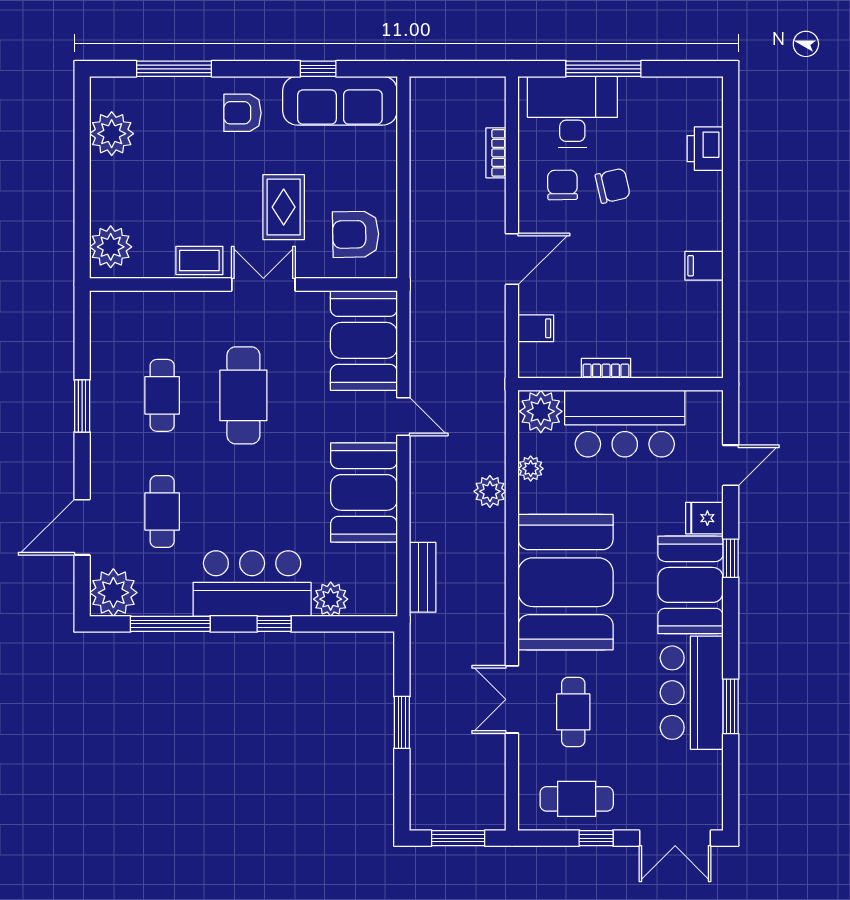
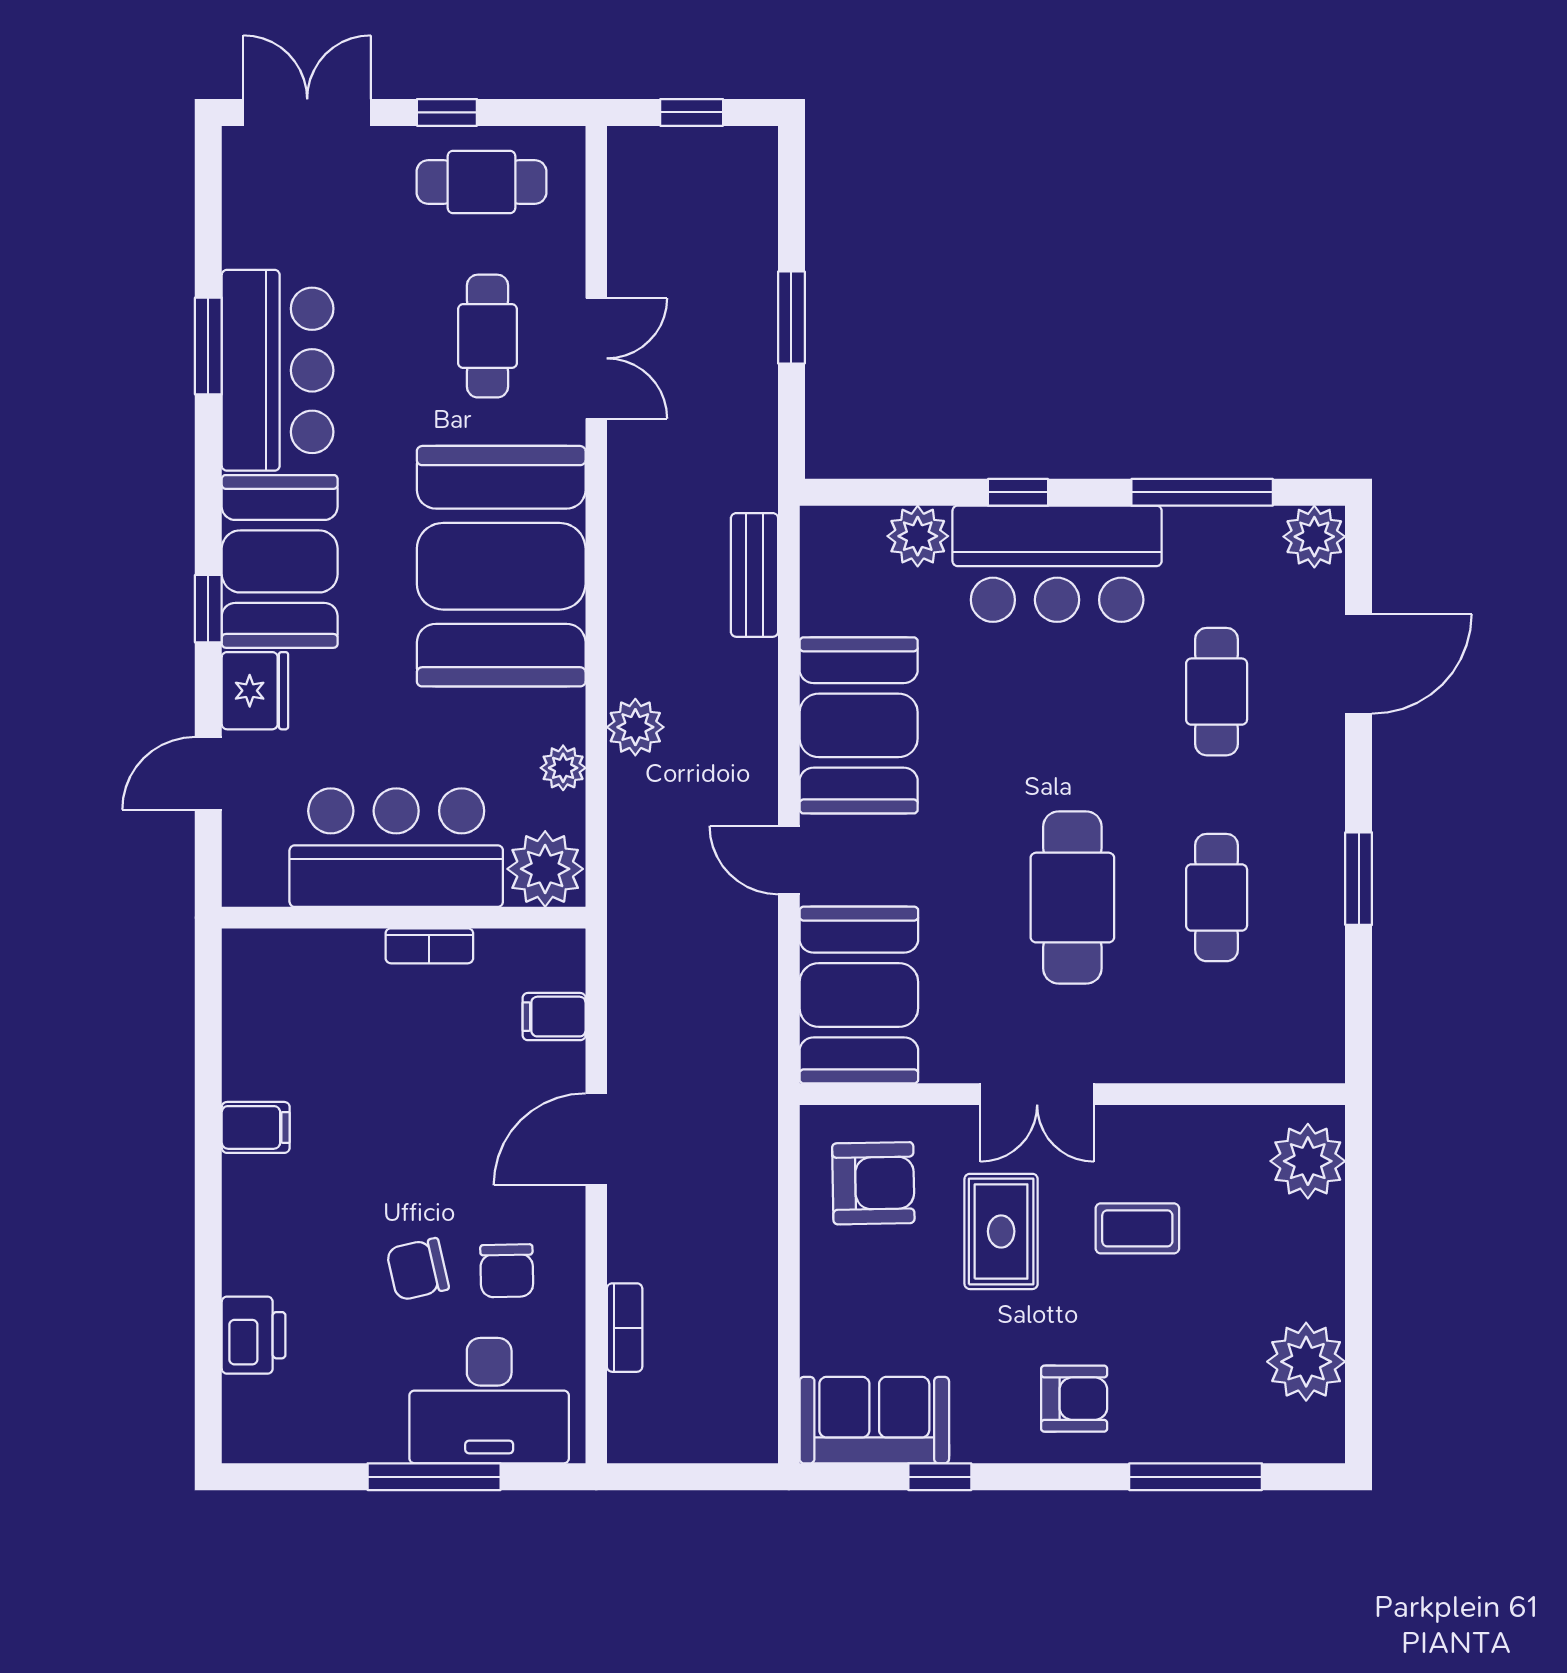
sofa: (340, 101) -> (874, 1420), width x0.73
coffee table: (199, 261) -> (1137, 1228), moved
fridge: (704, 518) -> (255, 691), width x1.38
plant: (113, 593) -> (1314, 537), width x0.73, depth x0.73
window: (458, 838) -> (692, 112), width x0.67

